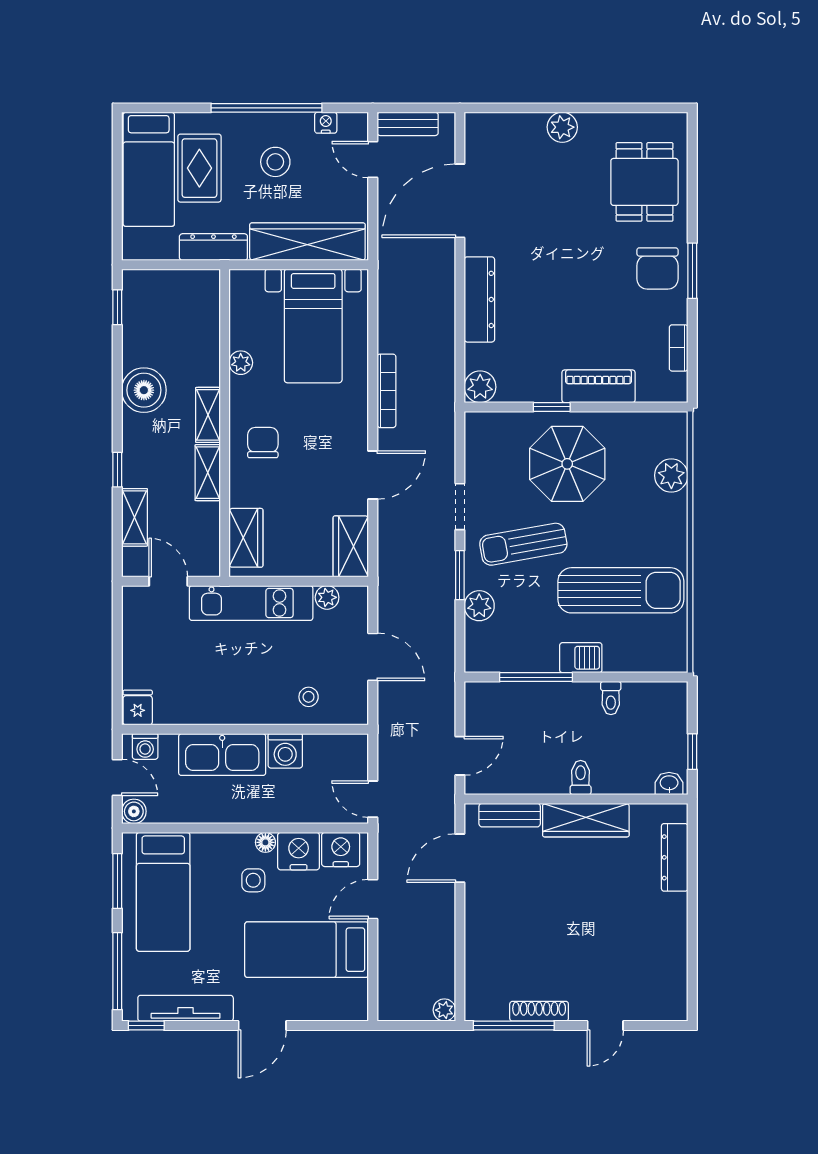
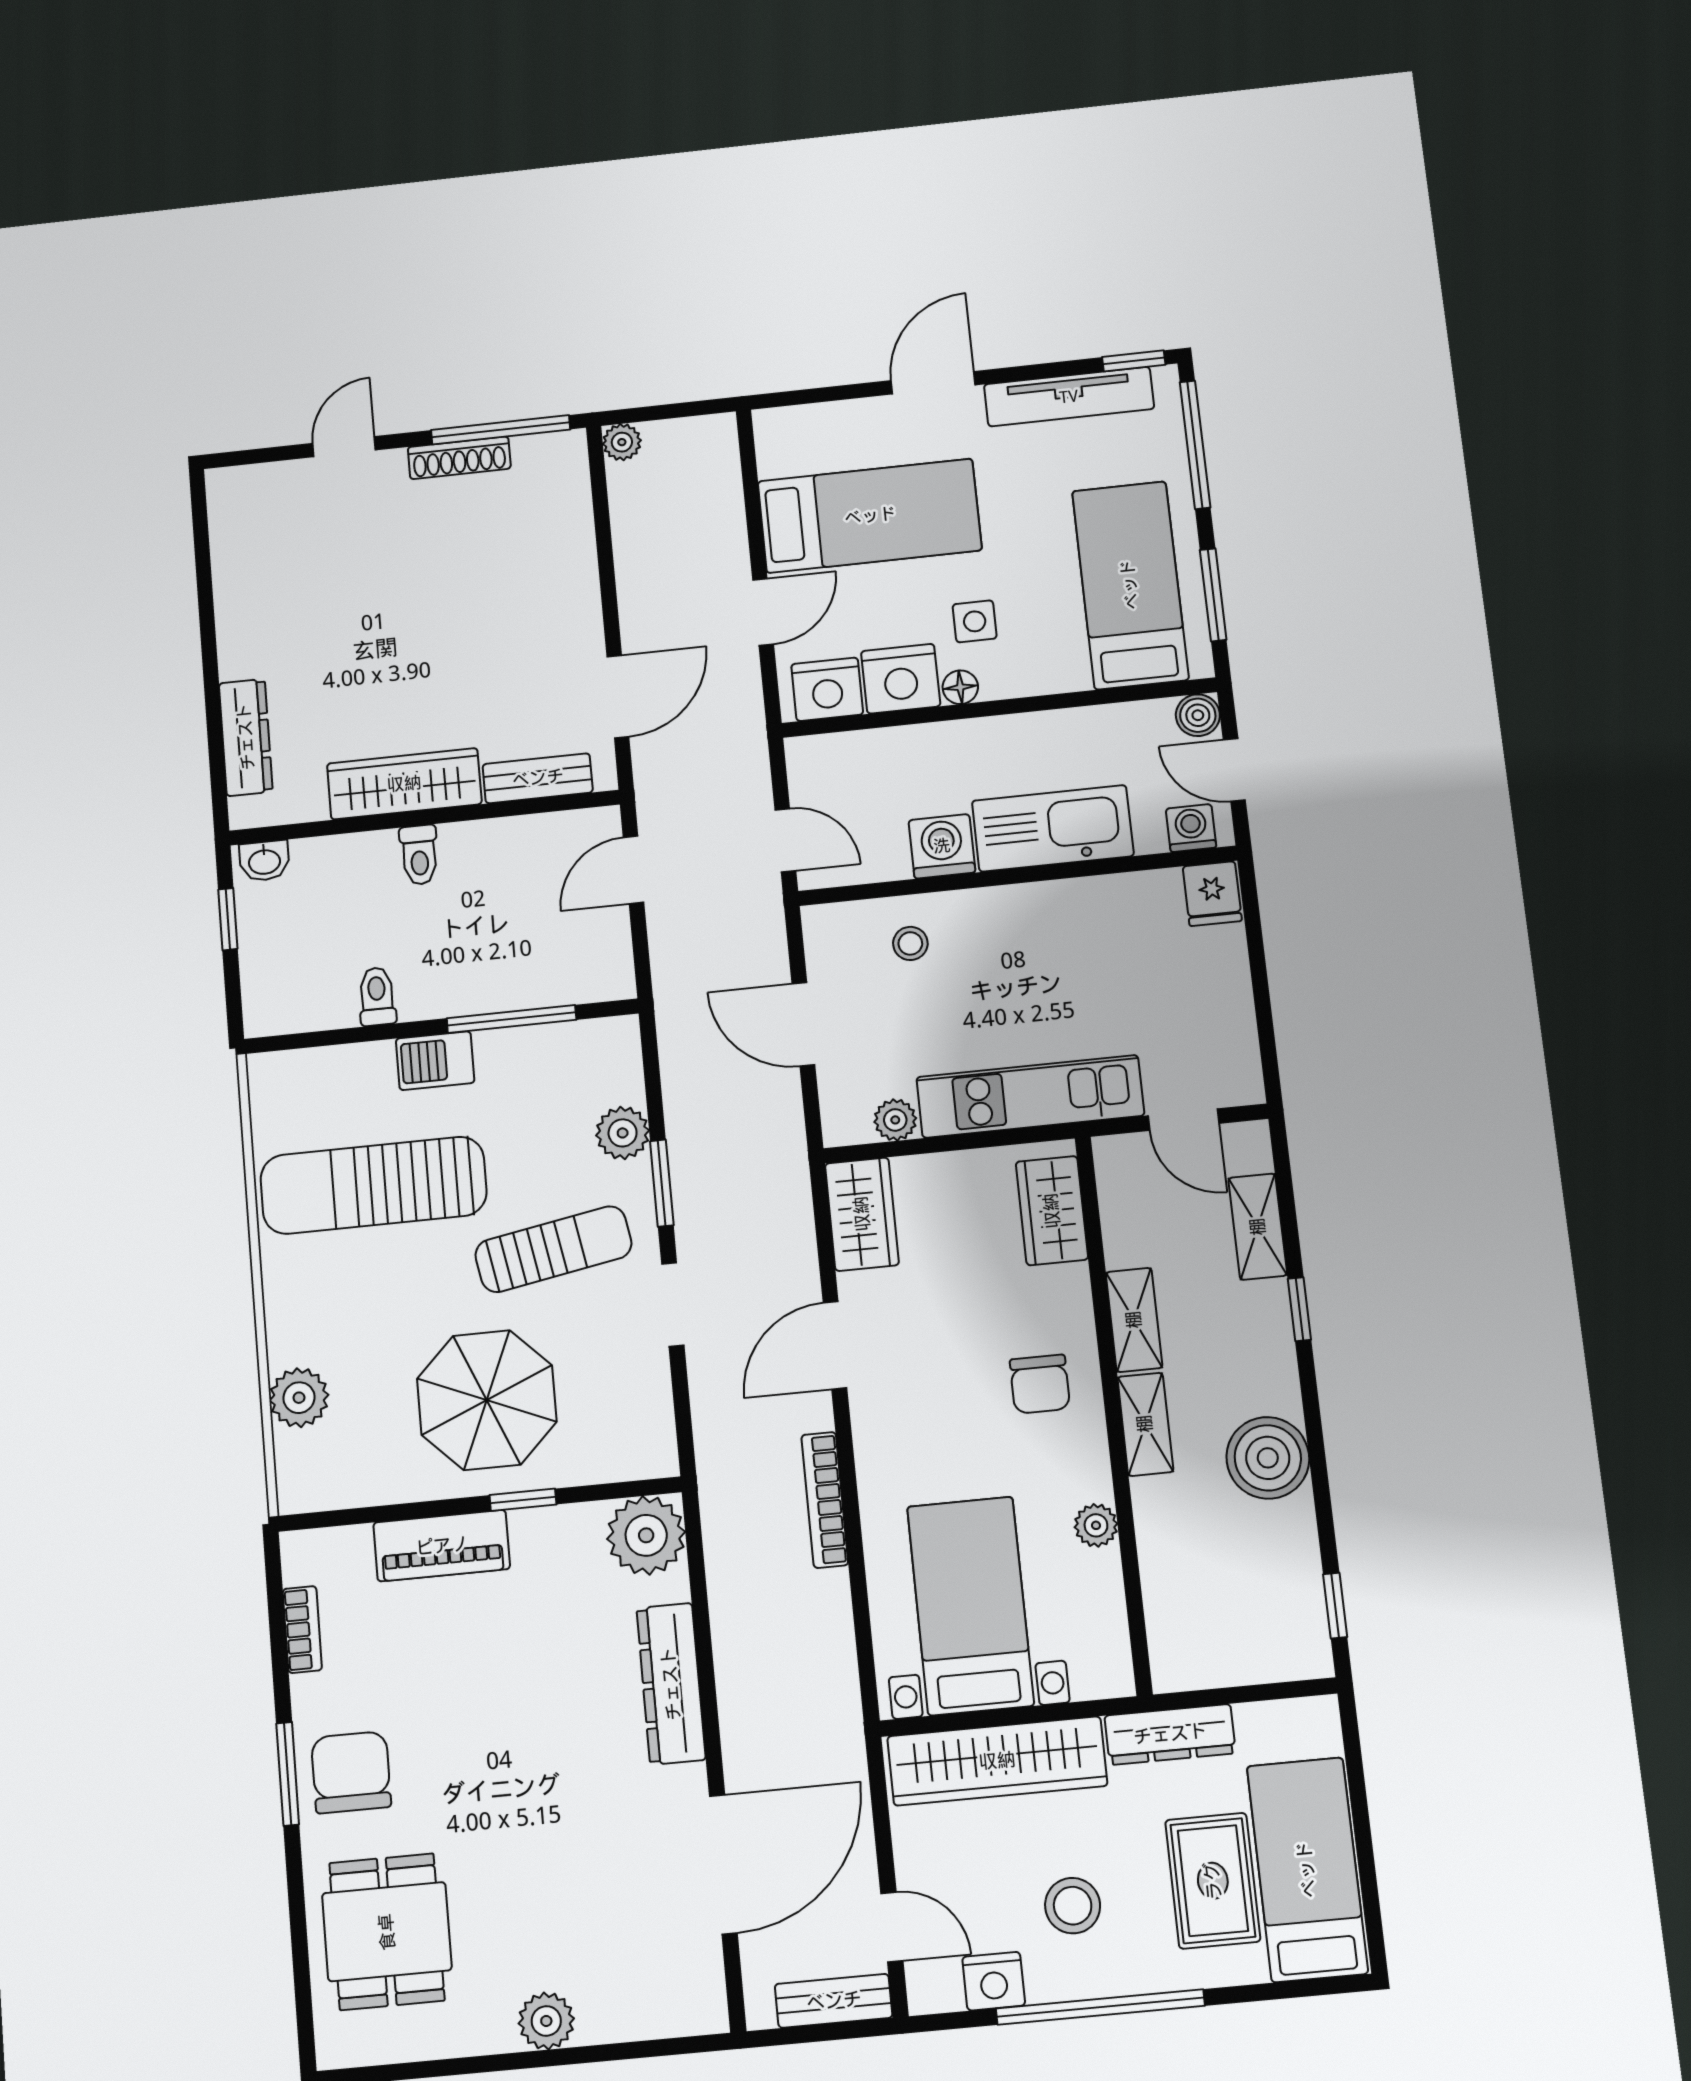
nightstand: (326, 123) -> (994, 1981), width x1.39, depth x1.35
plant: (480, 387) -> (646, 1535), width x1.36, depth x1.36
door: (373, 799) -> (785, 840), moved

